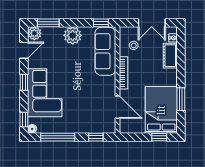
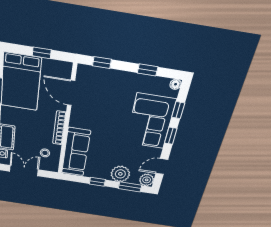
window: (101, 23) -> (97, 182), moved
plant: (73, 35) -> (120, 174), moved
window: (24, 119) -> (178, 110), moved
window: (58, 137) -> (148, 70), width x0.46
window: (159, 137) -> (42, 53), moved

